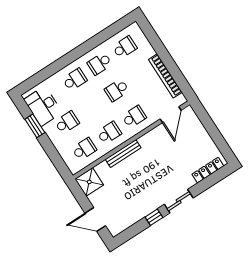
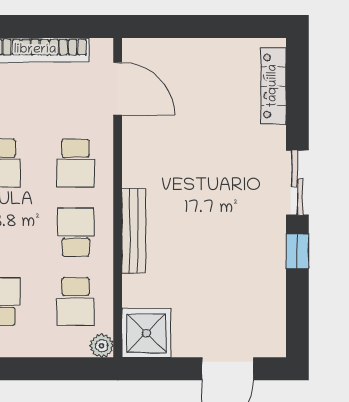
school desk: (134, 117) -> (76, 163), turned 180
school desk: (84, 149) -> (76, 302), turned 180
plant: (74, 169) -> (102, 346), added

